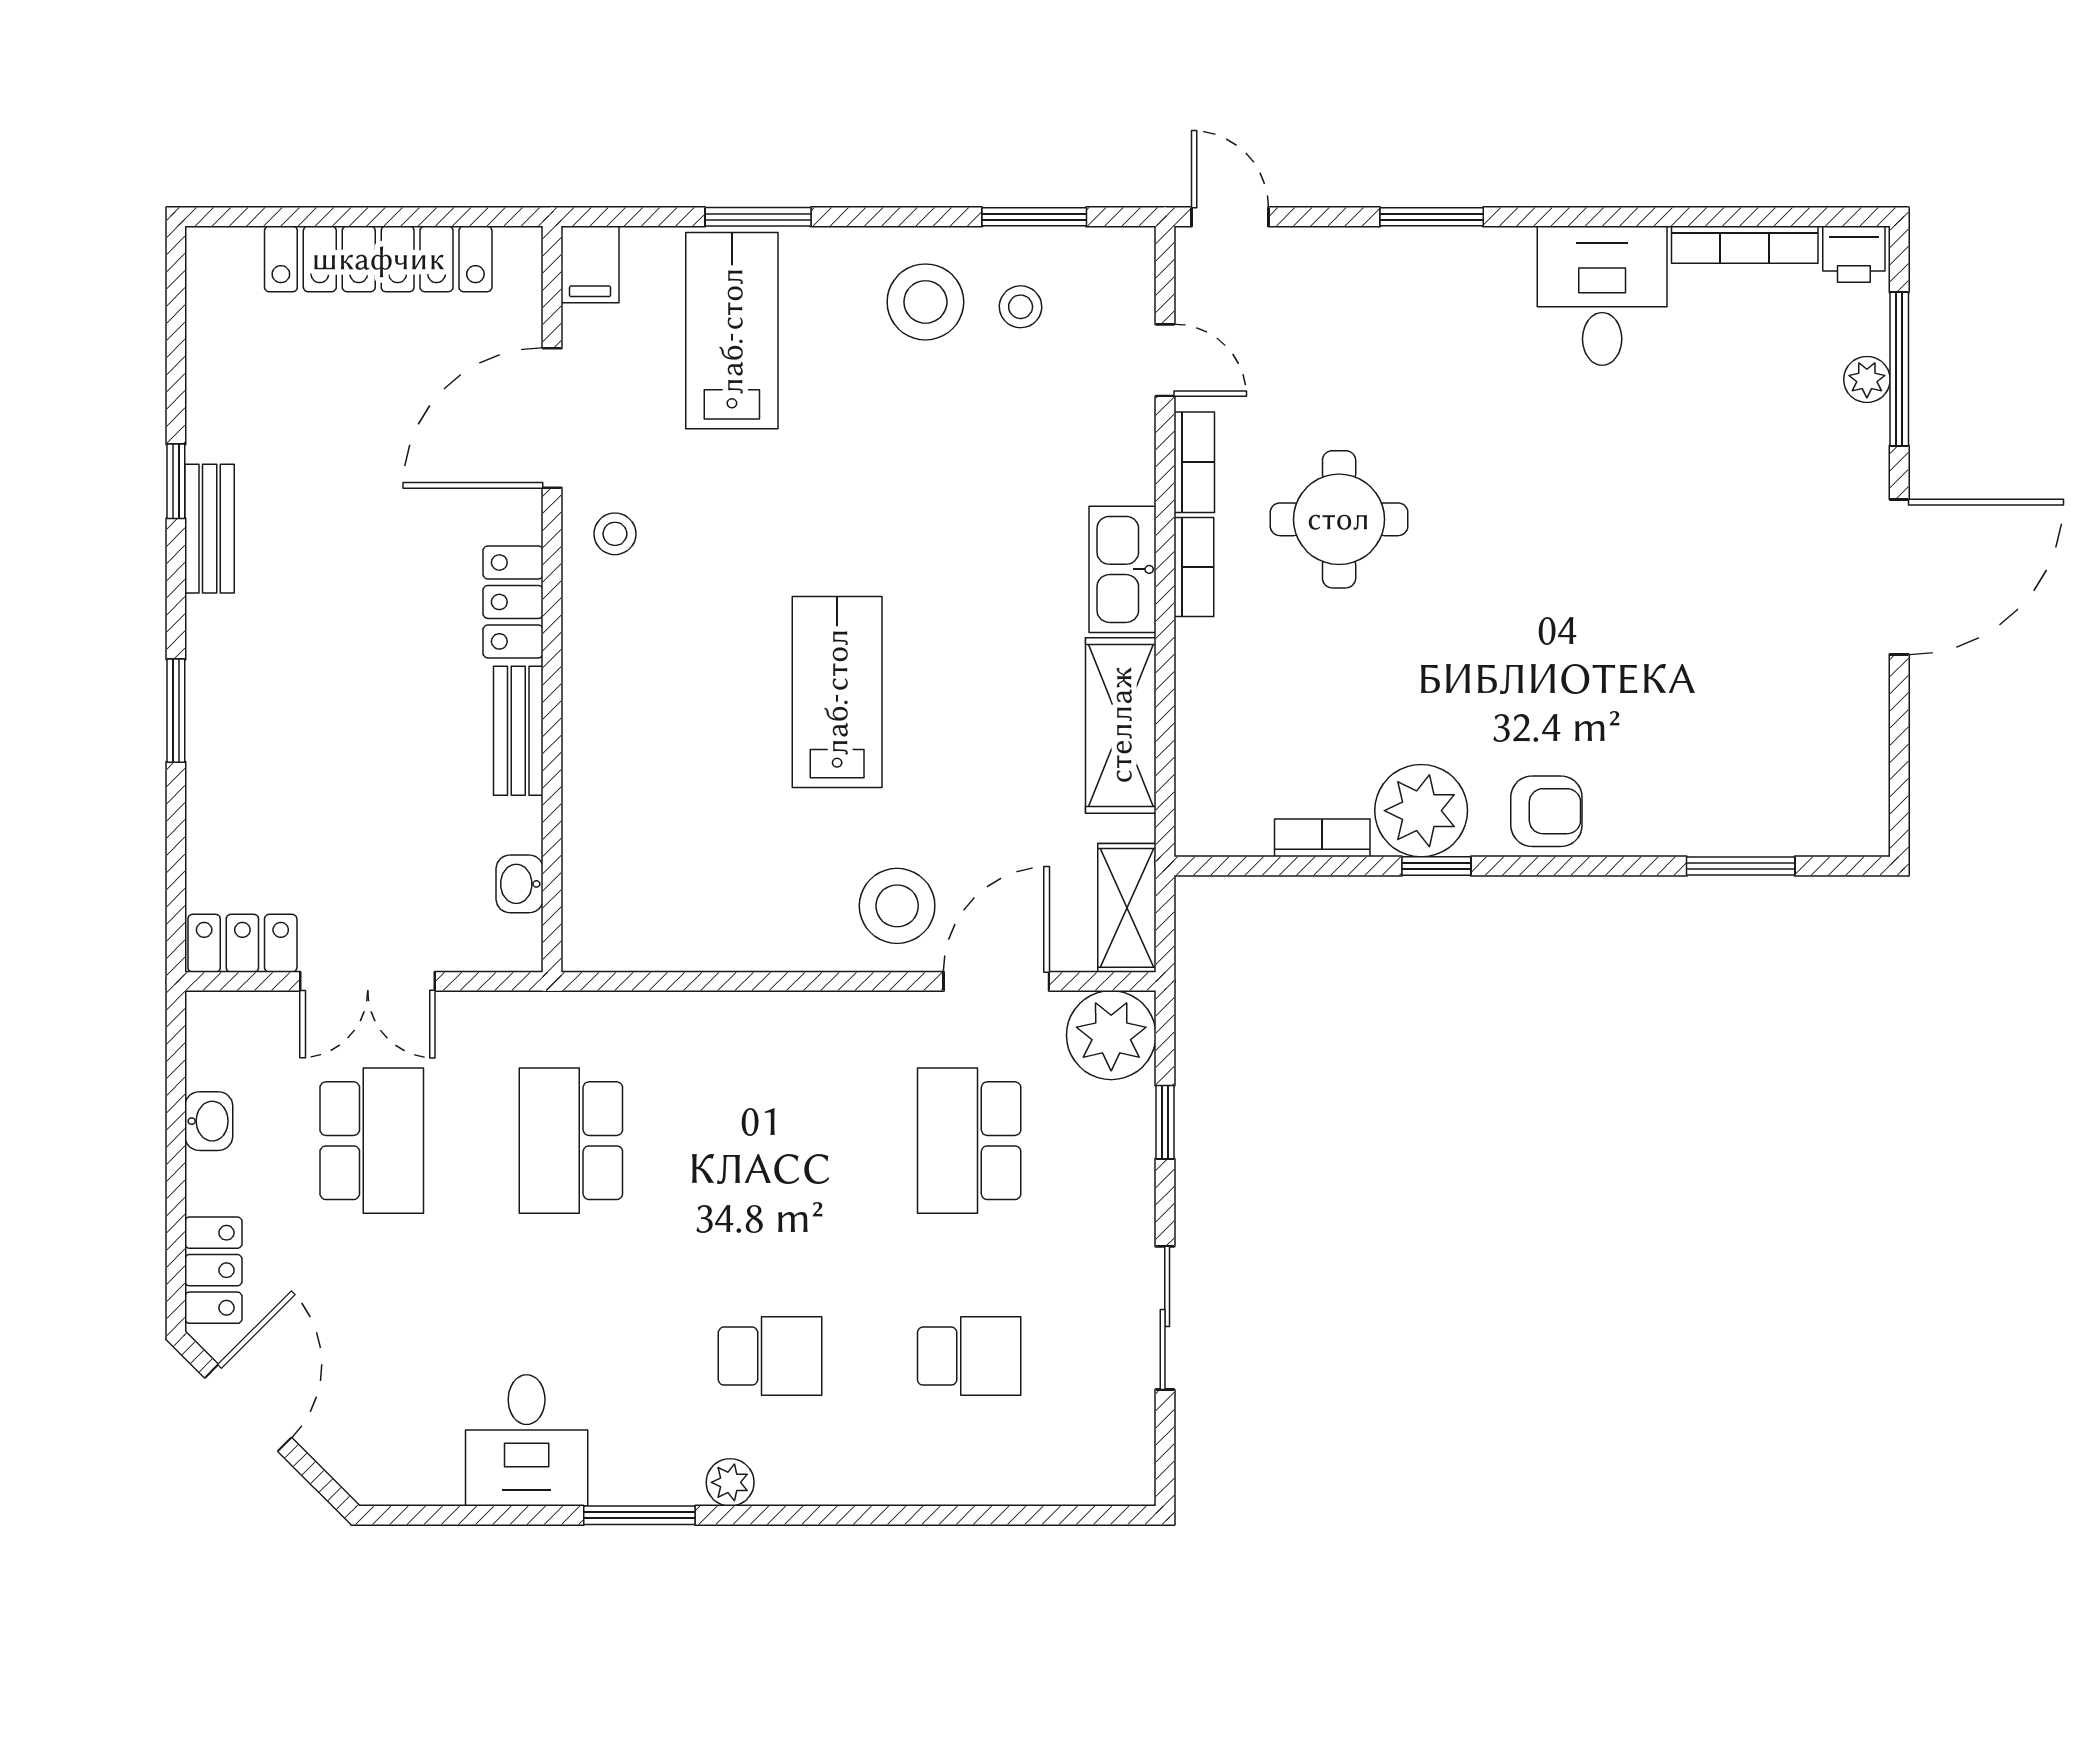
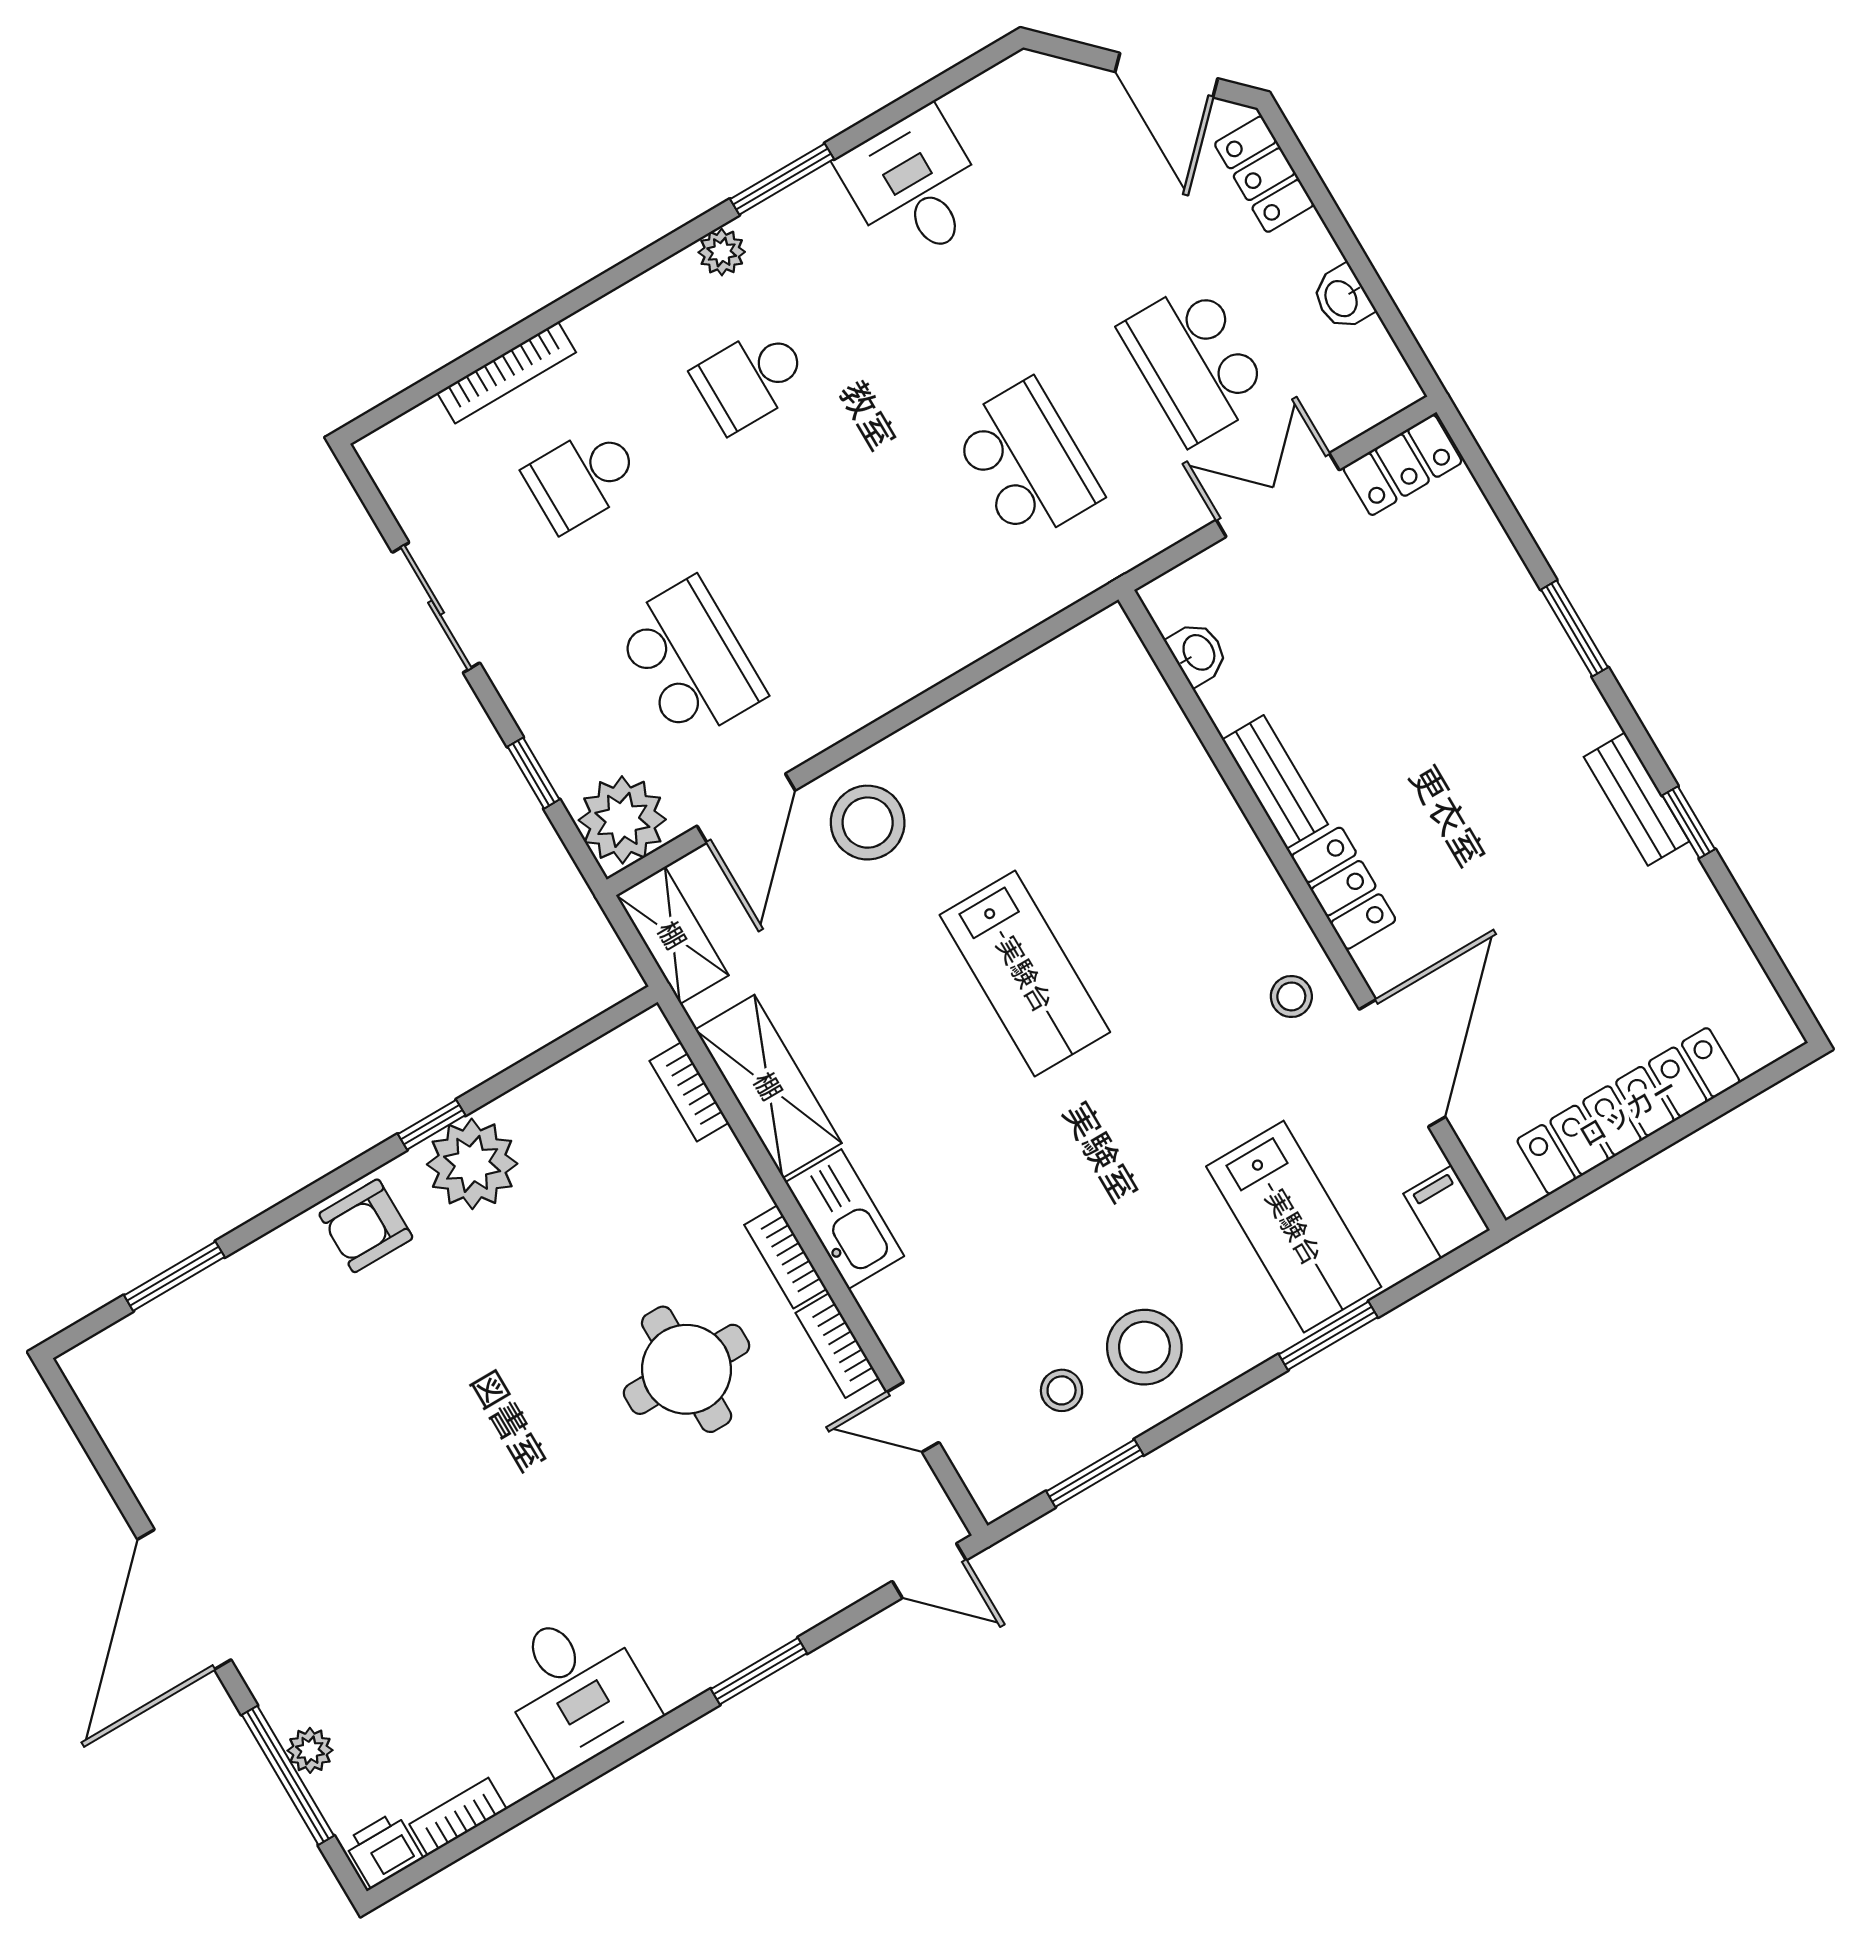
bookcase: (1745, 245) -> (458, 1817), width x0.64
bookcase: (1322, 838) -> (689, 1092), moved, turned 90
bookcase: (981, 1488) -> (507, 372), added

